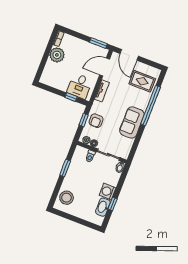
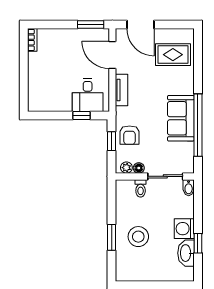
plant: (57, 55) -> (39, 64), removed
door: (105, 67) -> (112, 55), hinge flipped
window: (151, 106) -> (198, 125), moved
window: (65, 168) -> (112, 237), moved
stool: (66, 198) -> (138, 237), moved

